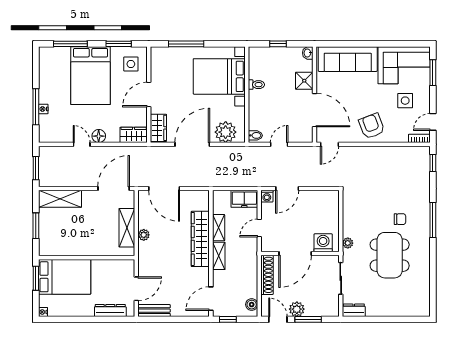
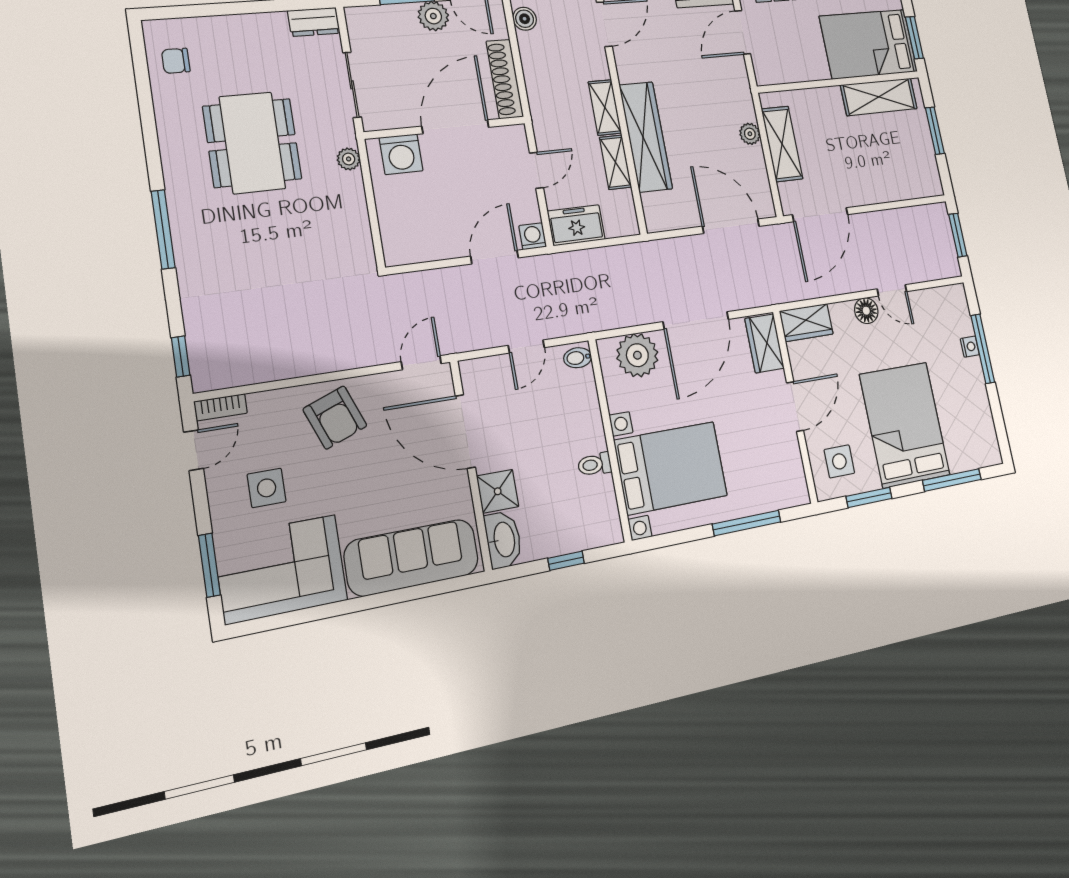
washbasin: (308, 53) -> (503, 540), width x1.91, depth x1.45
shelving: (60, 199) -> (879, 97), moved
chair: (400, 219) -> (176, 61), moved

